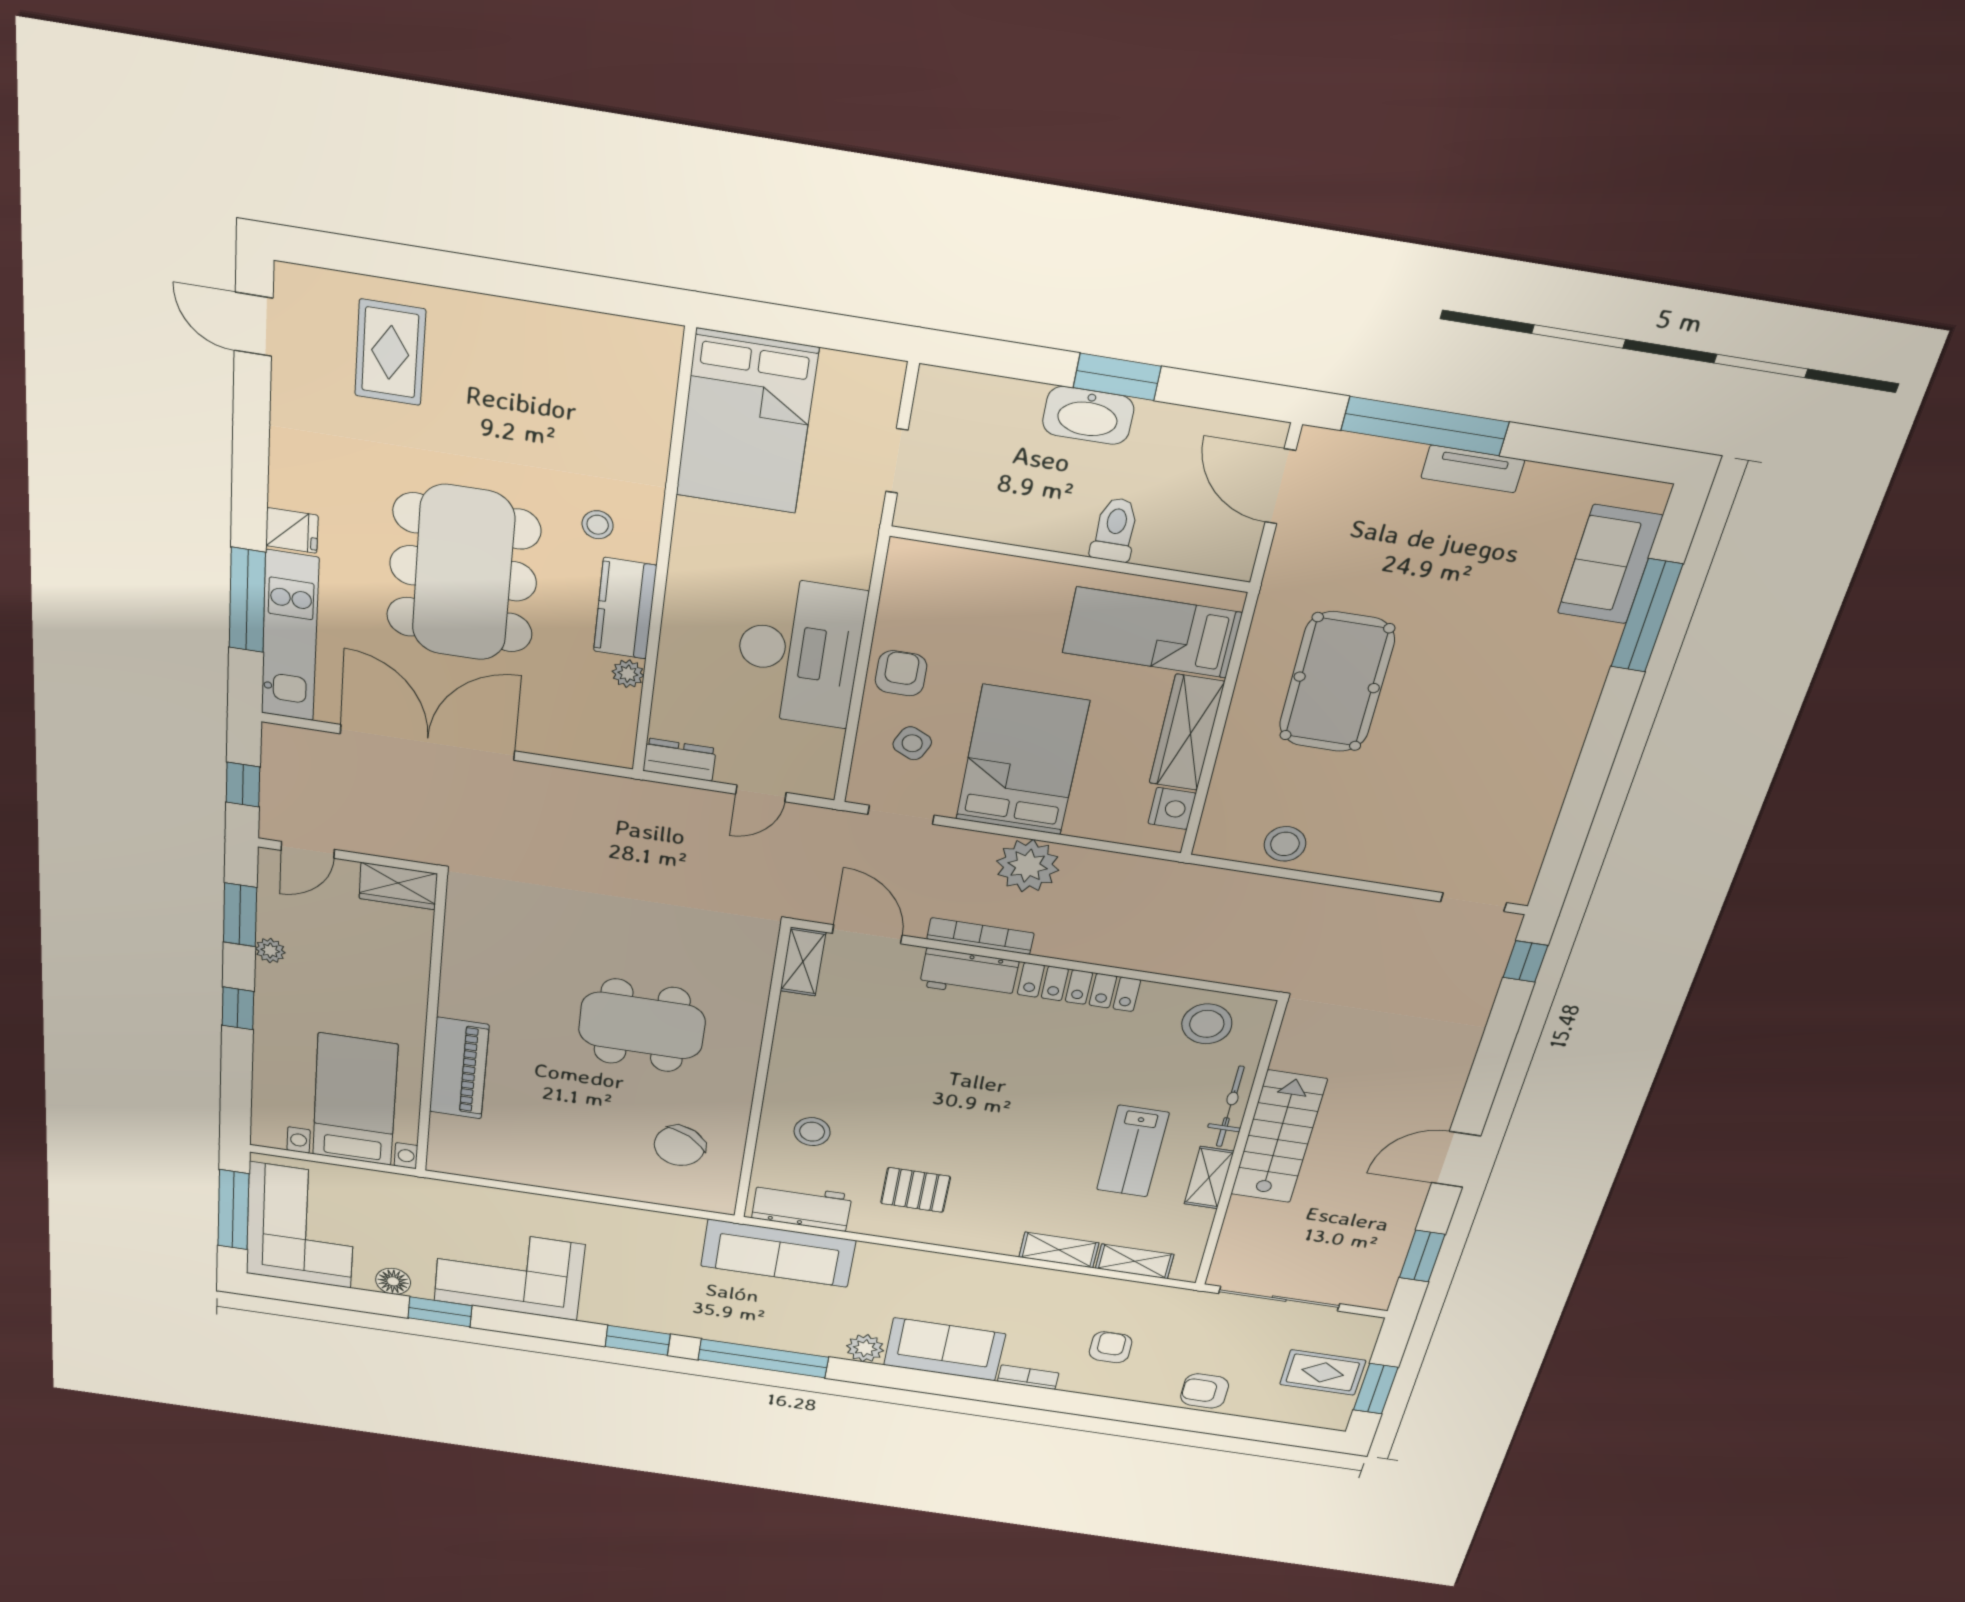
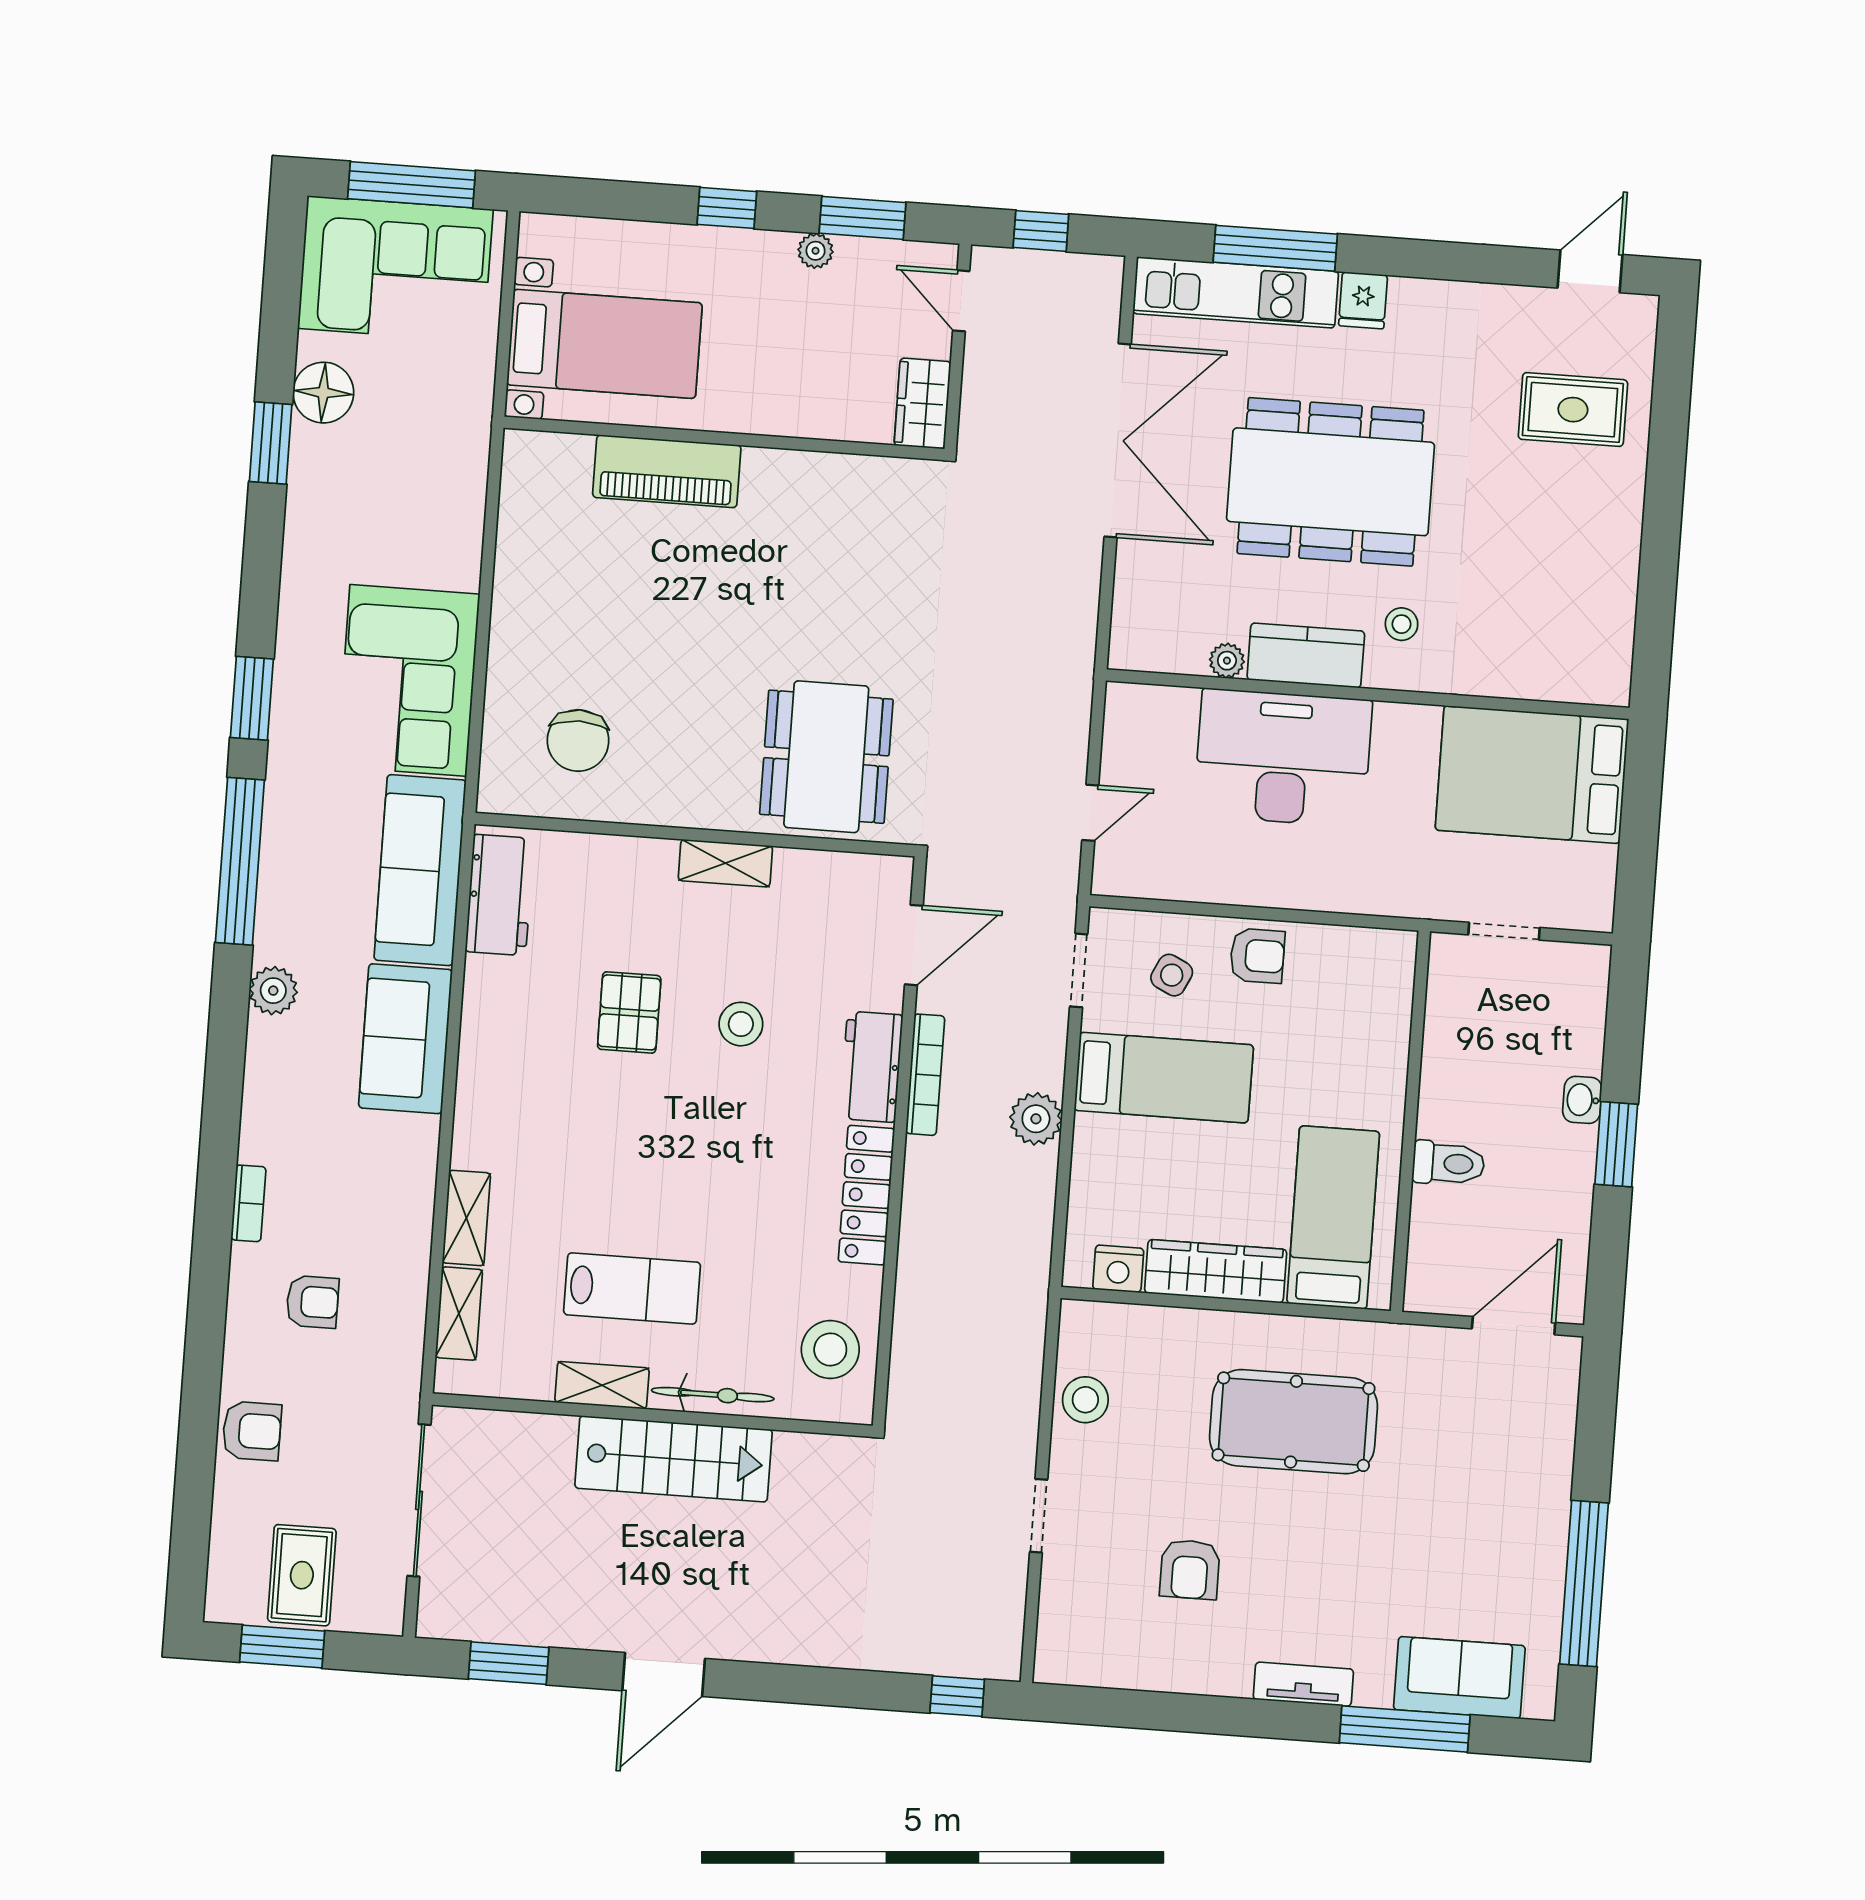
washbasin: (1088, 415) -> (1582, 1100), width x0.52, depth x0.69
window: (1425, 426) -> (1584, 1584), moved
tv unit: (1473, 469) -> (1303, 1684), moved, turned 90
desk: (799, 652) -> (1283, 758), moved, turned 180
dresser: (679, 760) -> (1124, 721), removed
bed: (1022, 760) -> (1164, 1078), width x0.67
armchair: (1455, 777) -> (1190, 1569), added
door: (761, 793) -> (1090, 813), swing flipped
plant: (1028, 866) -> (1036, 1119), width x0.73, depth x0.73
doorway: (1474, 902) -> (1039, 1516), moved
shelving: (803, 962) -> (725, 863), moved
dining table: (642, 1025) -> (826, 757), moved
stool: (812, 1132) -> (741, 1024), moved
chair: (680, 1146) -> (578, 740), turned -121
lab bench: (1133, 1151) -> (632, 1288), turned 180
door: (1456, 1159) -> (664, 1675), swing flipped
pallet: (916, 1190) -> (629, 1012), moved
corner sofa: (509, 1273) -> (408, 680), moved, turned 180
floor lamp: (393, 1281) -> (323, 393), width x1.38, depth x1.38
sofa: (944, 1349) -> (405, 1039), moved, turned 180
armchair: (1205, 1391) -> (252, 1431), turned 90

